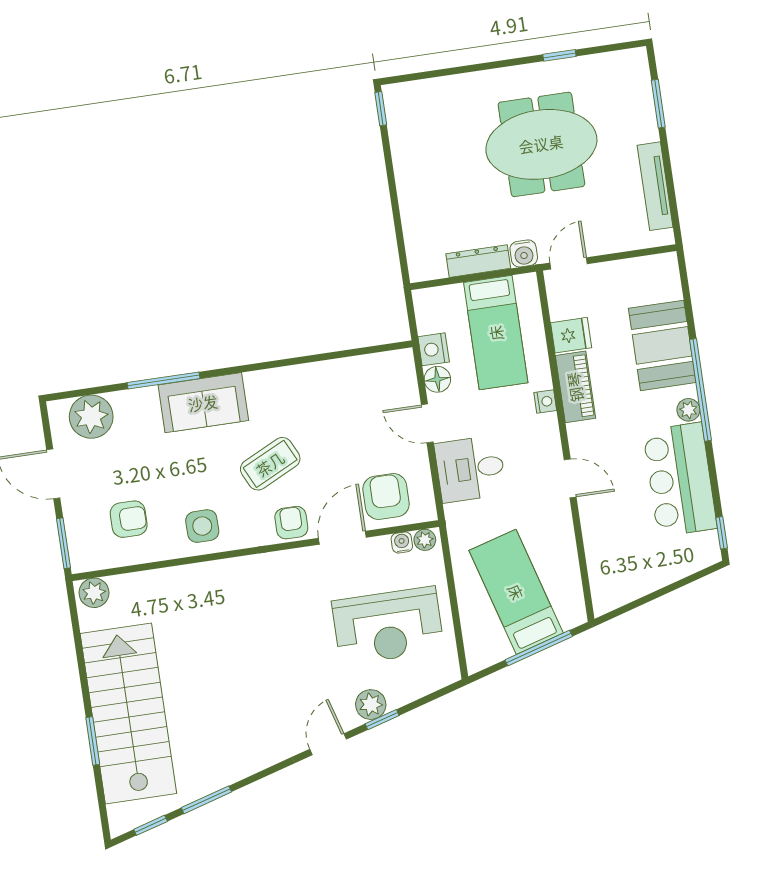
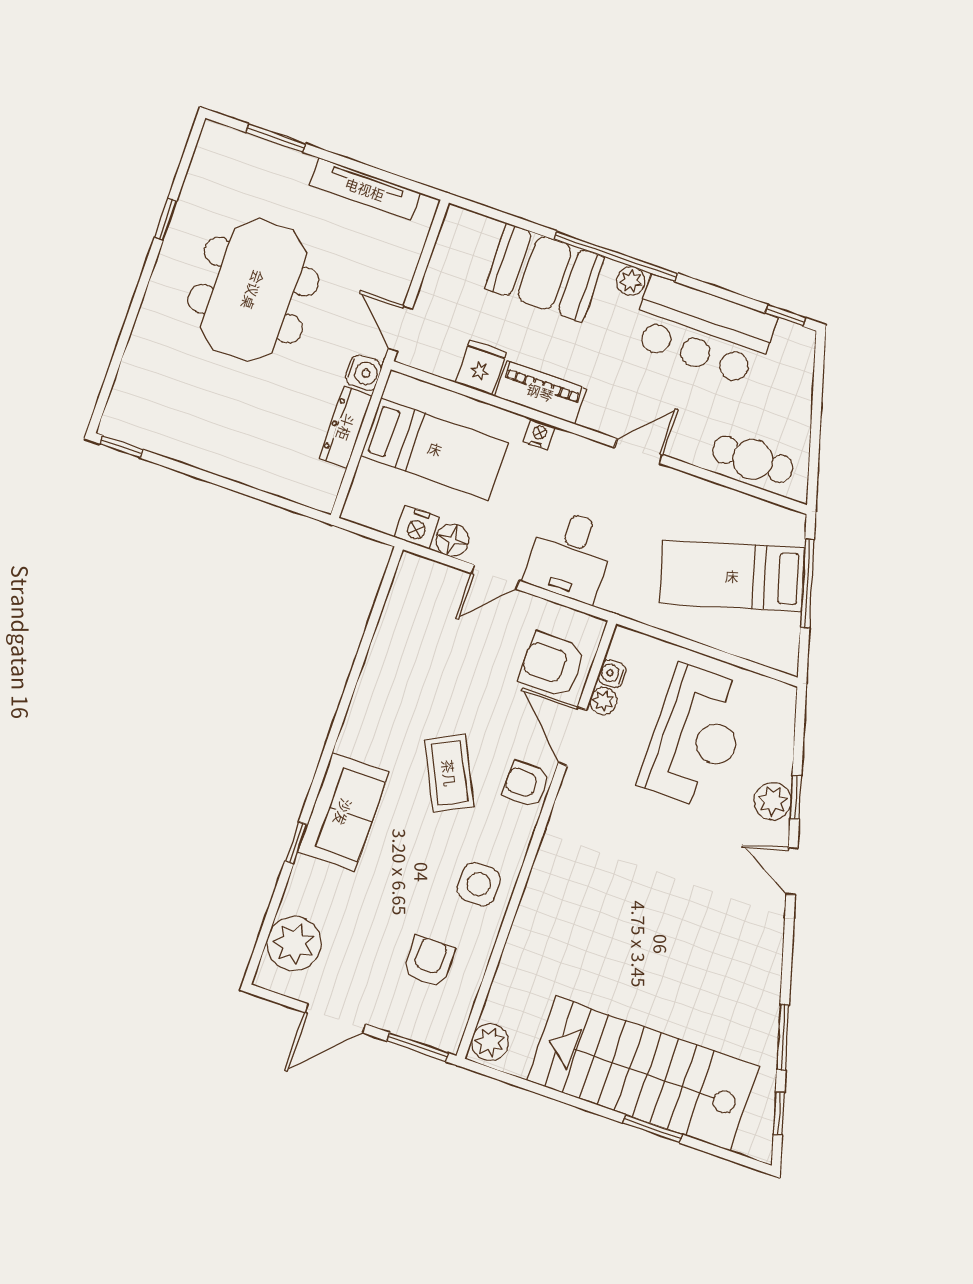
window: (164, 381) -> (296, 843), width x0.46
plant: (425, 540) -> (603, 701), moved
cafe table: (607, 563) -> (753, 459), added

